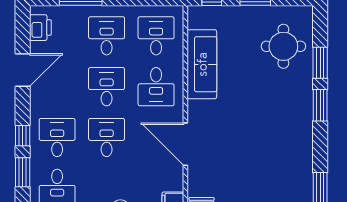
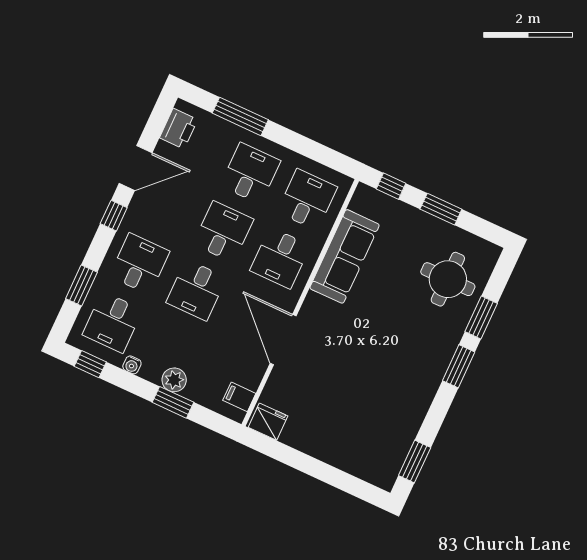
window: (23, 136) -> (114, 216), moved
desk: (107, 137) -> (196, 290), turned 180

